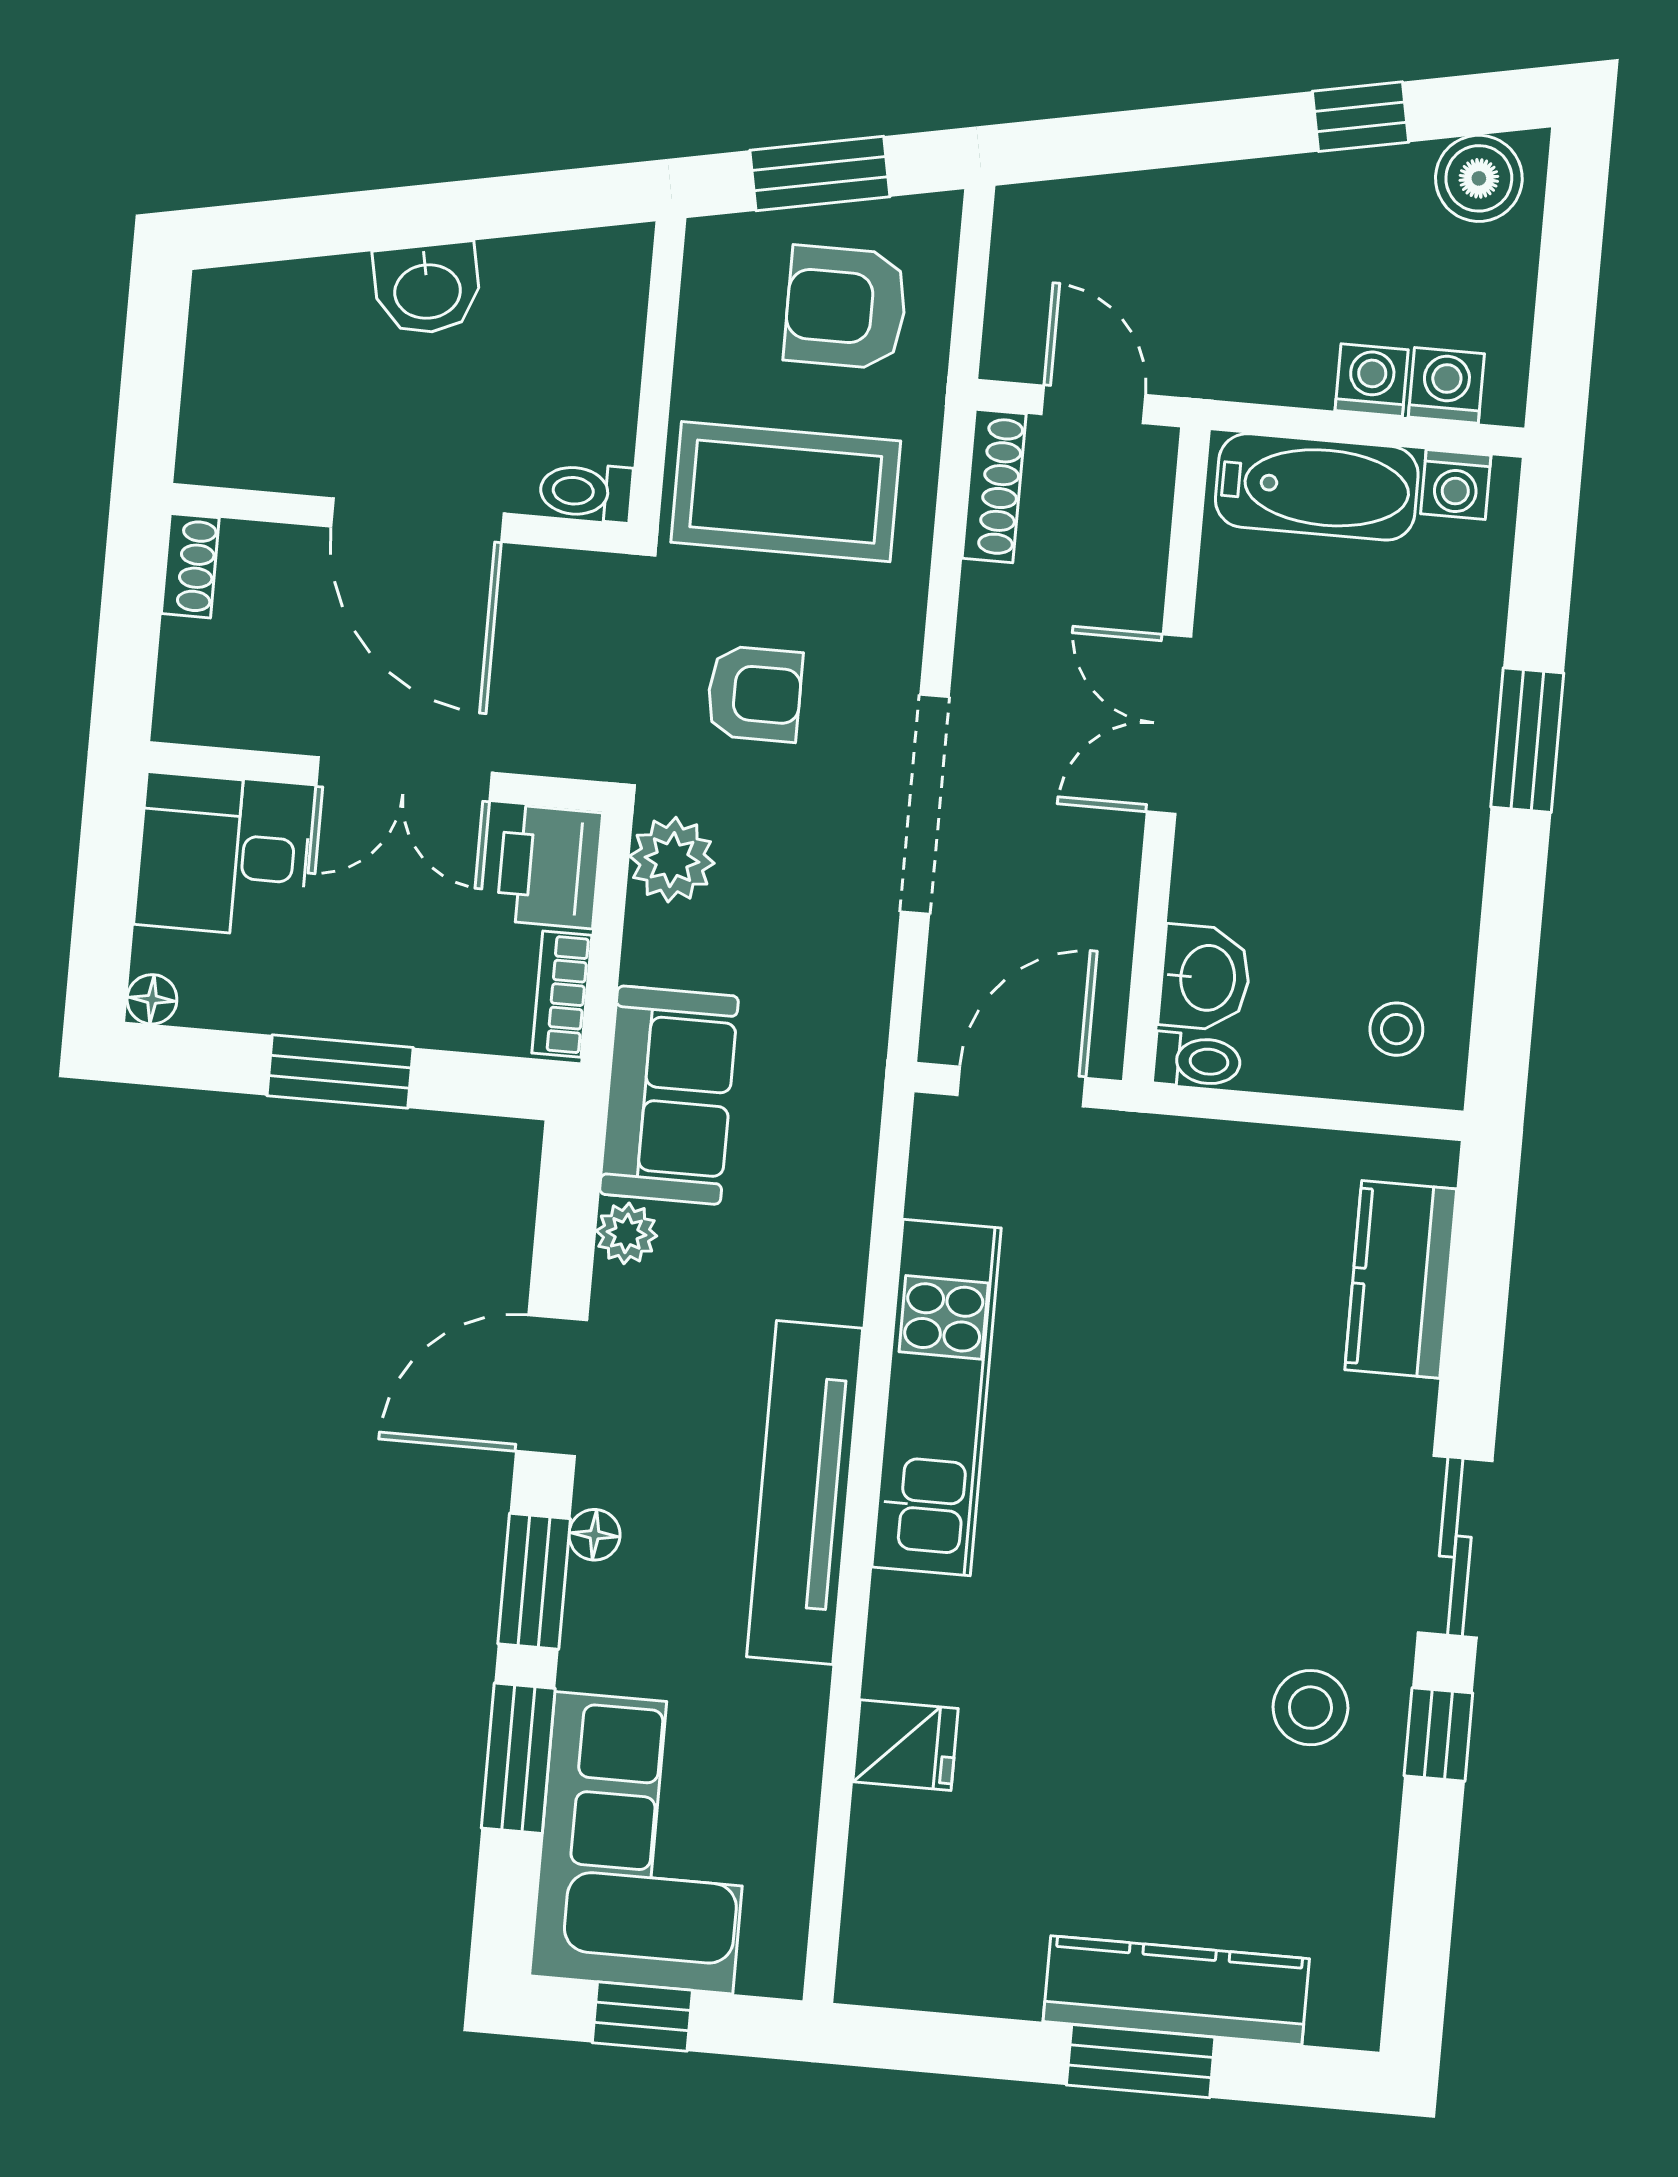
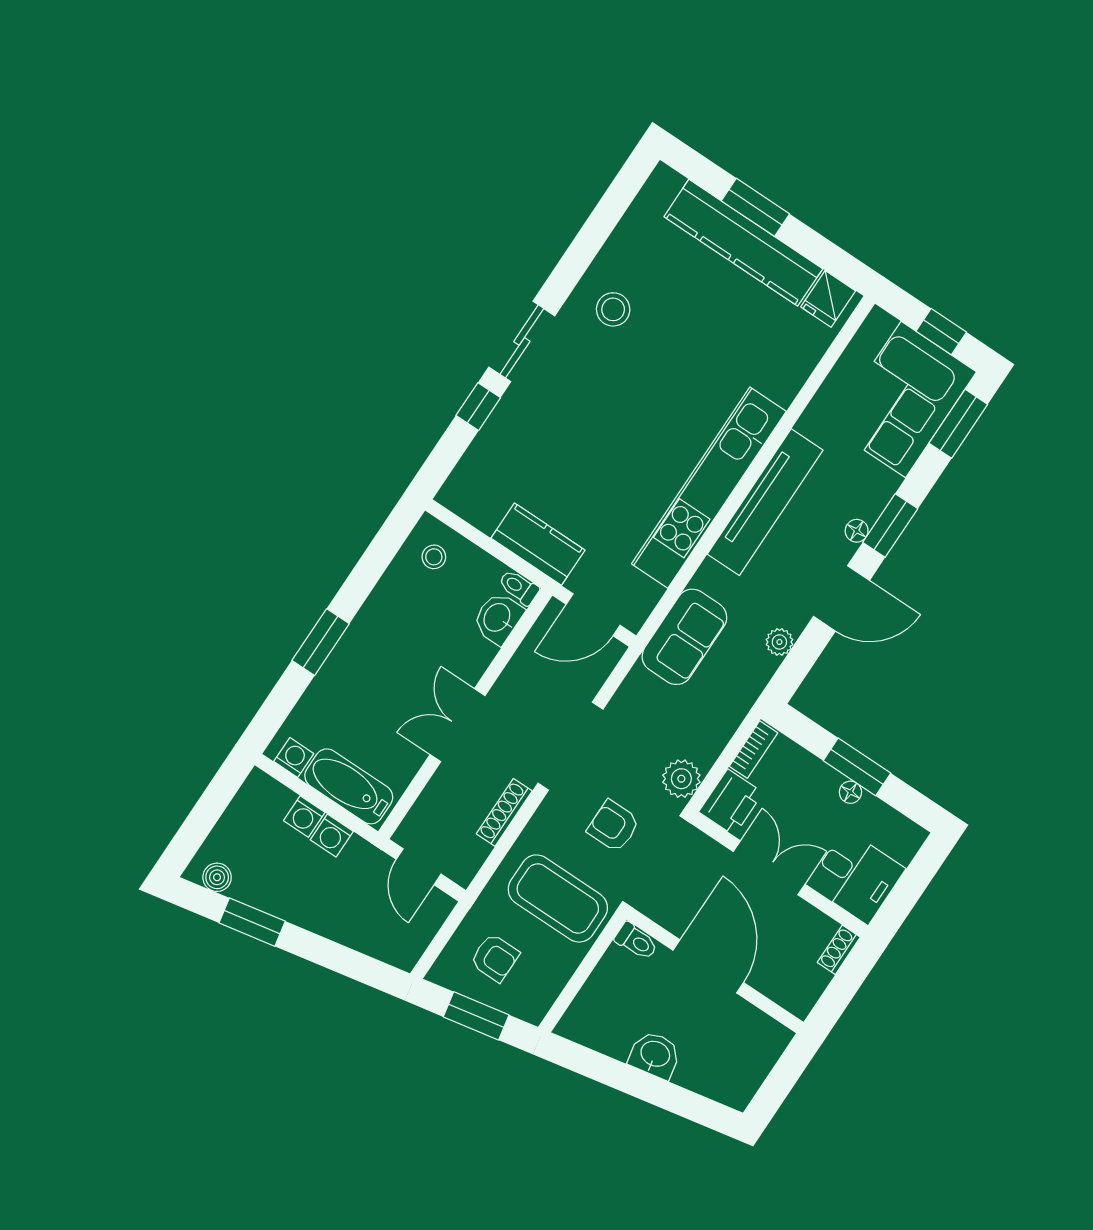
window: (1361, 117) -> (252, 922), width x1.50
boiler: (1479, 178) -> (217, 877), width x0.73, depth x0.73
armchair: (846, 307) -> (495, 958), width x0.72, depth x0.72
washing machine: (1446, 385) -> (332, 836), moved
shoe rack: (994, 486) -> (504, 812), moved
shoe rack: (190, 566) -> (839, 950), moved
double door: (1169, 724) -> (458, 725), swing flipped
floor lamp: (152, 999) -> (850, 792), moved
sofa: (669, 1095) -> (684, 637), moved, turned 180
kitchen counter: (1401, 1279) -> (538, 544), moved, turned -90
kitchen unit: (937, 1397) -> (709, 488), width x1.36
window: (1438, 1734) -> (478, 407), moved
fridge: (905, 1745) -> (828, 299), moved, turned -90
window: (518, 1758) -> (958, 424), moved
kitchen counter: (1176, 1990) -> (743, 243), width x1.39, depth x1.17

